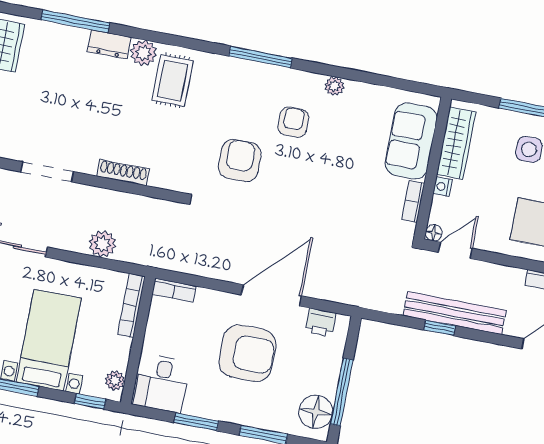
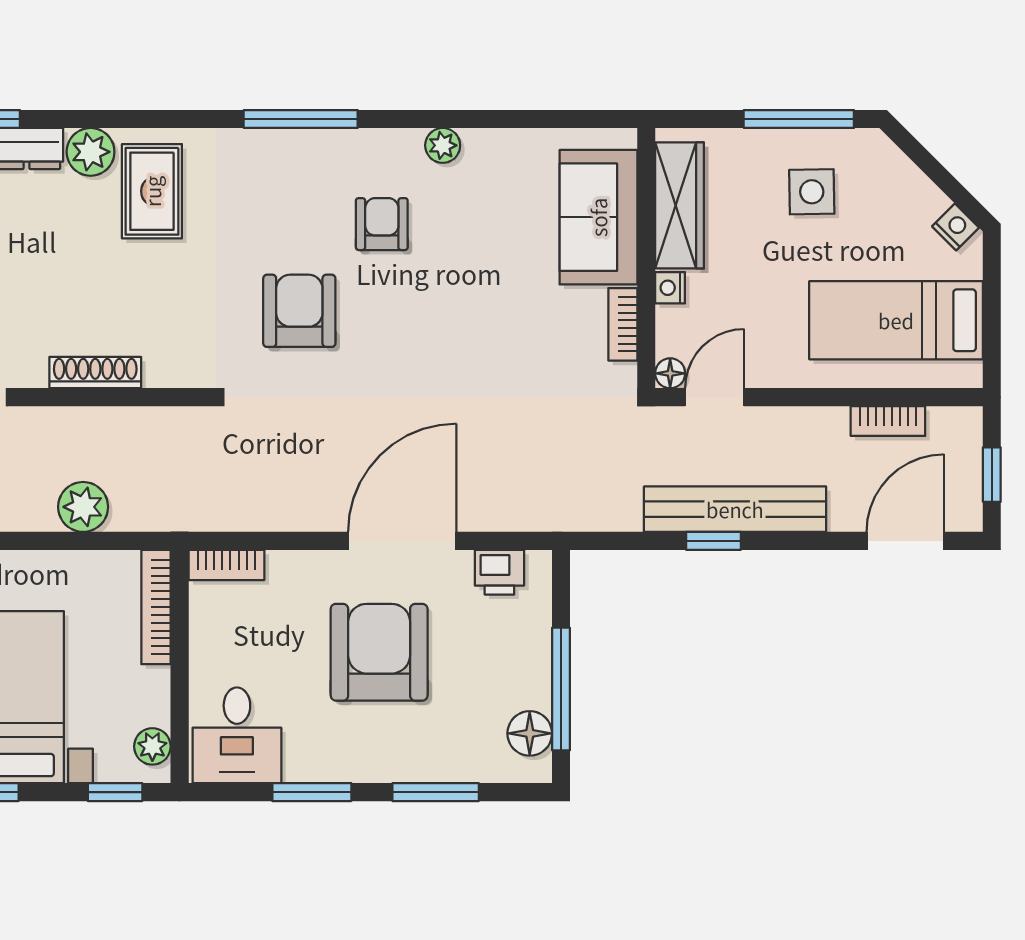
armchair: (247, 353) -> (379, 652), turned -90
floor lamp: (316, 412) -> (530, 733), width x0.73, depth x0.73

